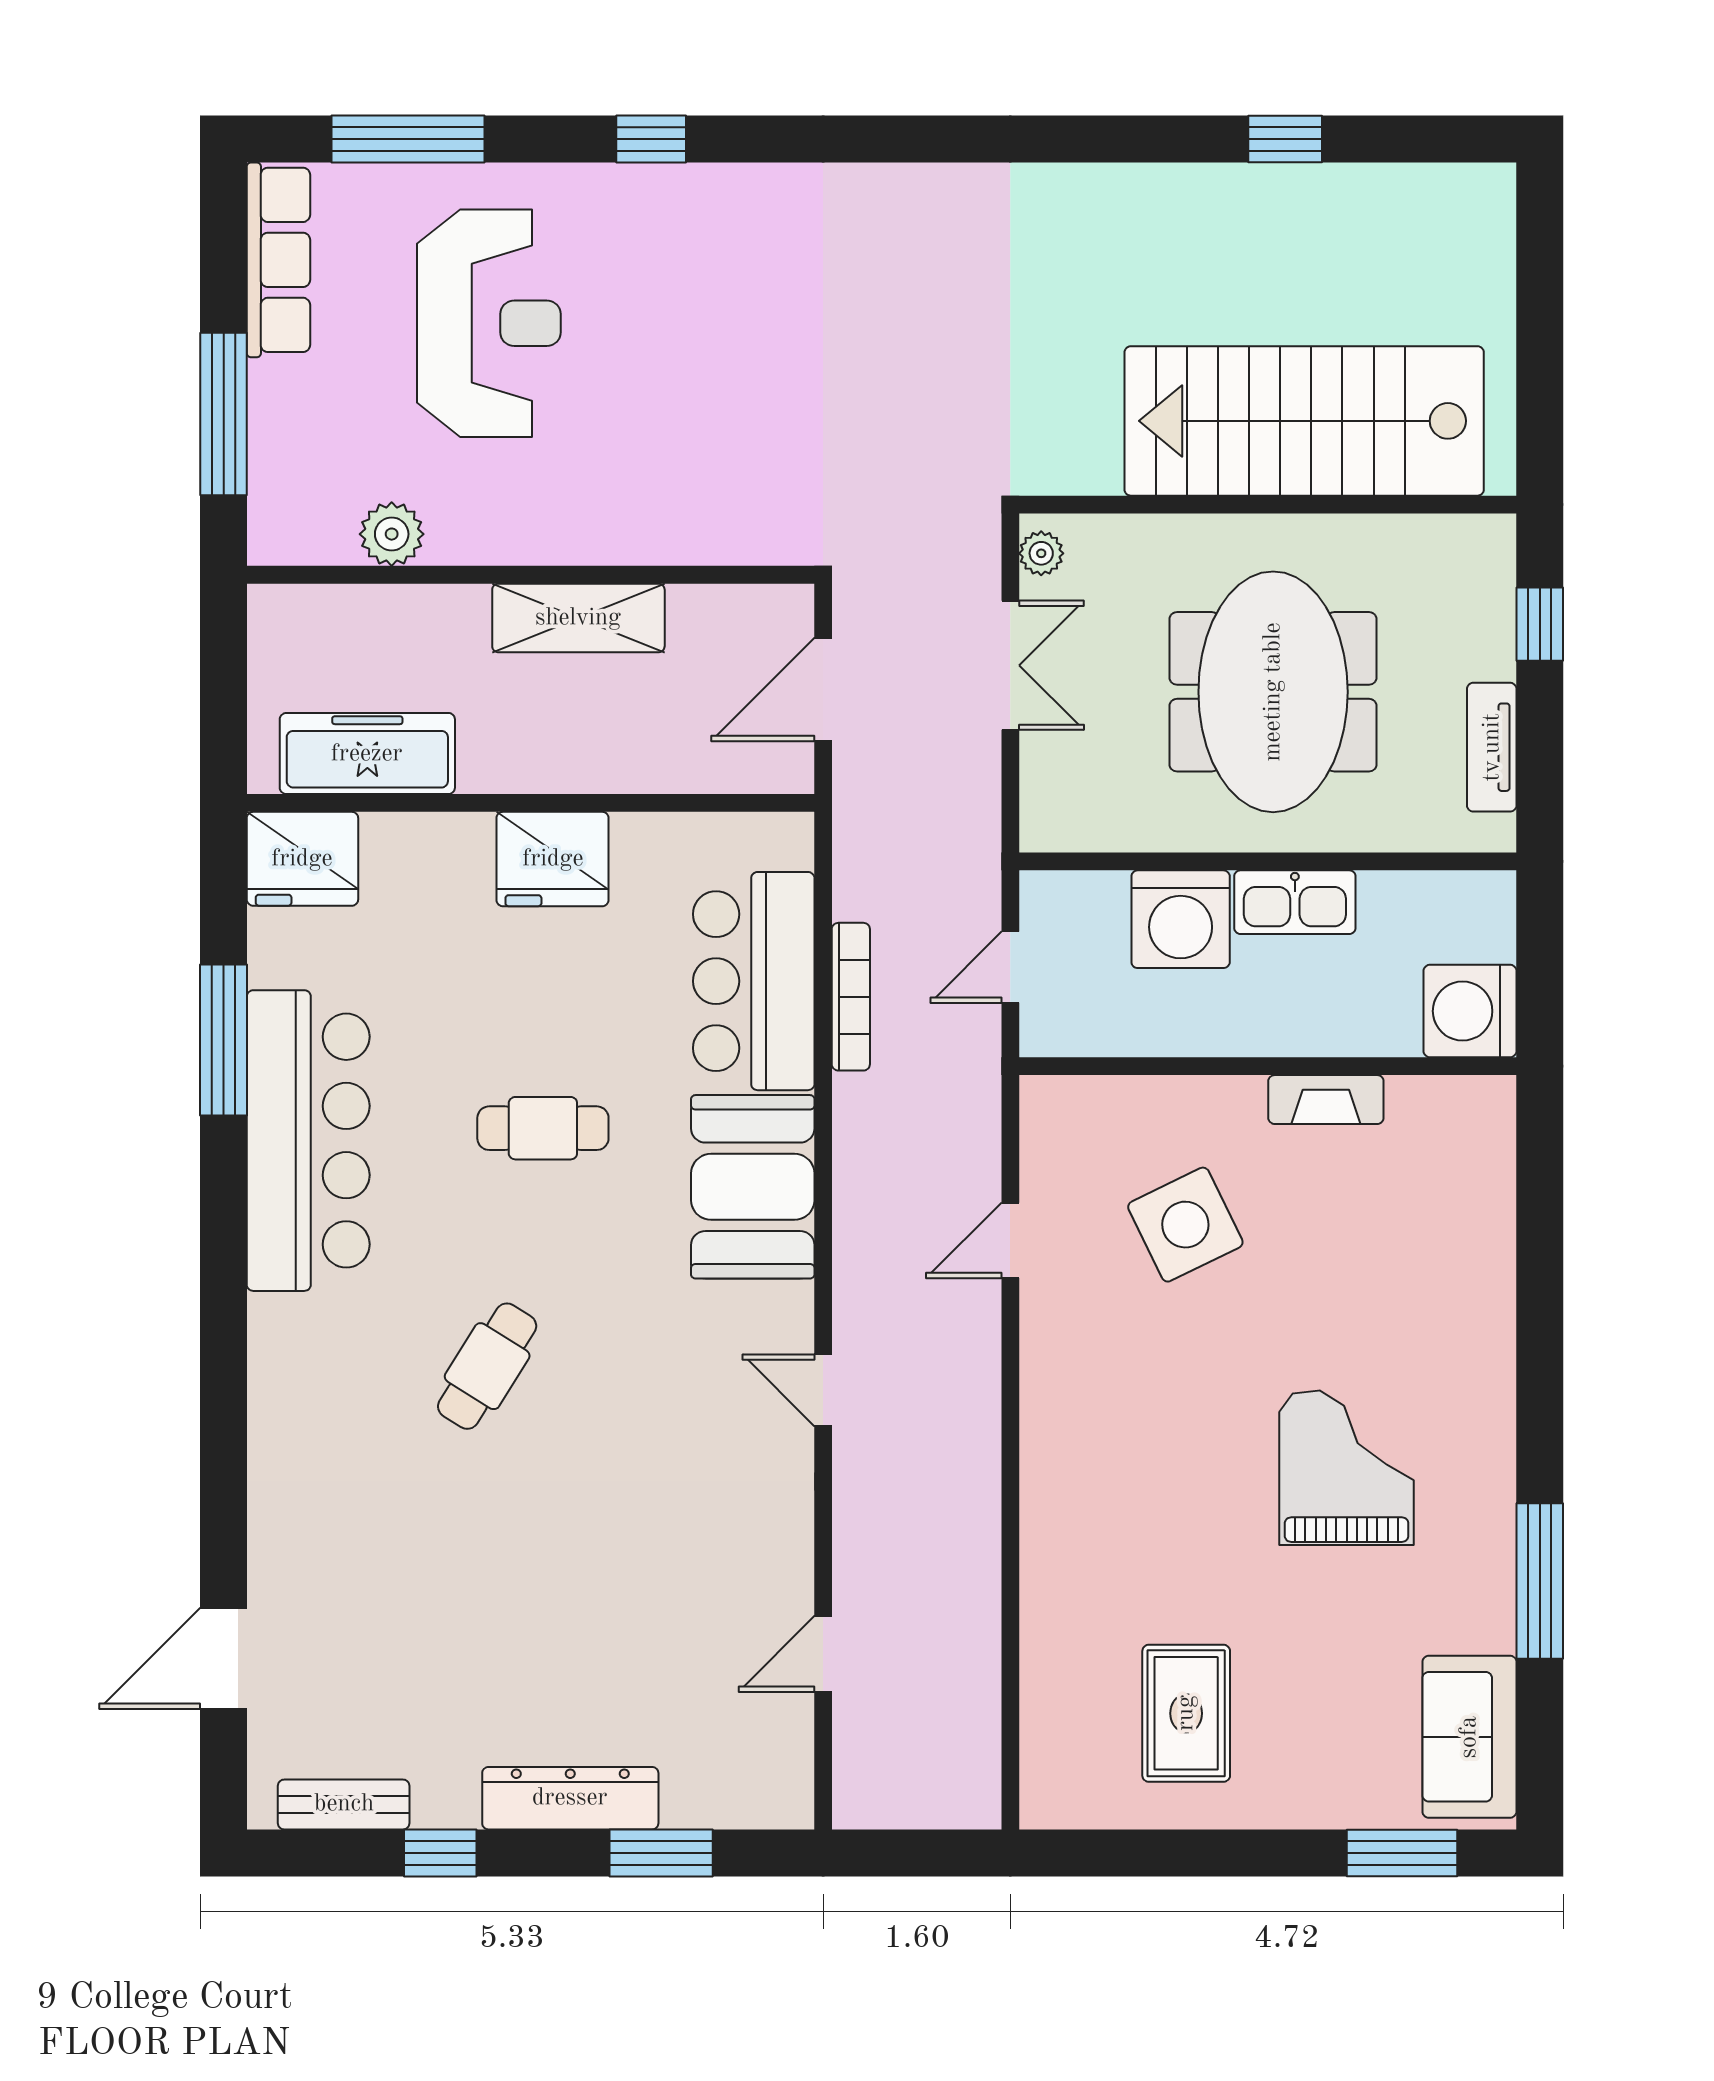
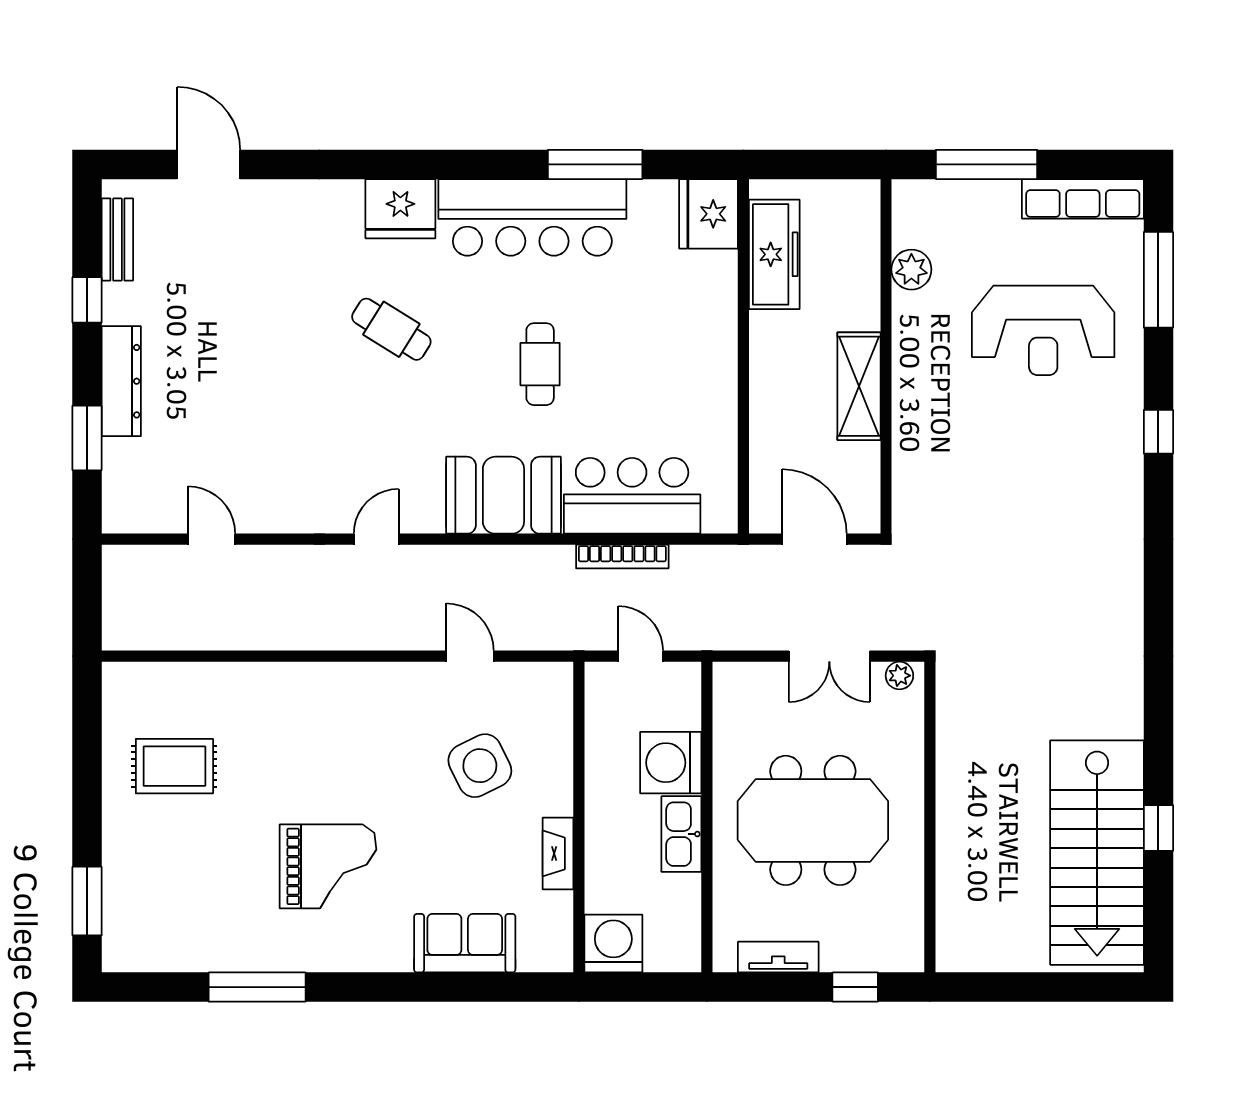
stairs: (1304, 421) -> (1097, 853), moved, turned 180
fridge: (553, 859) -> (400, 209), moved, turned -90
sofa: (1469, 1737) -> (465, 943), moved

